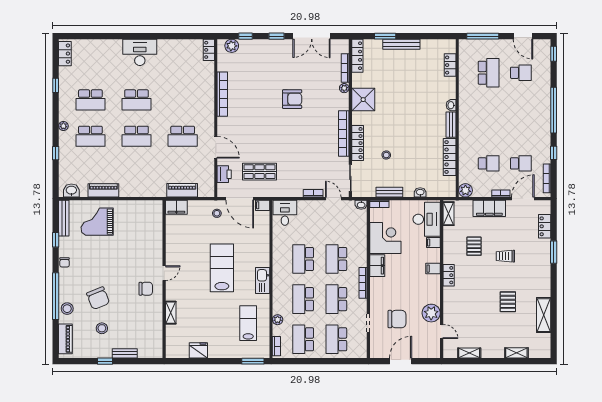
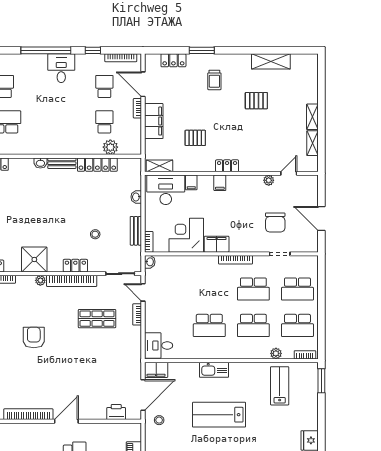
plant: (344, 88) -> (40, 280), moved
desk: (537, 124) -> (61, 68), added
locker: (358, 143) -> (75, 266), width x0.66
door: (216, 147) -> (66, 421), moved
shop shelf: (259, 172) -> (97, 319), moved, turned 90
plant: (465, 190) -> (110, 147), moved
door: (333, 199) -> (143, 292), hinge flipped
filing cabinet: (263, 205) -> (156, 370), width x2.00
trolley: (505, 256) -> (214, 80), moved
school desk: (336, 259) -> (209, 289), removed
kitchen sink: (263, 281) -> (214, 370), moved
plant: (431, 313) -> (269, 180), width x0.53, depth x0.53
chair: (397, 319) -> (275, 222), turned 180
lab bench: (248, 323) -> (280, 386), turned 90
shelving: (516, 353) -> (312, 117), moved

